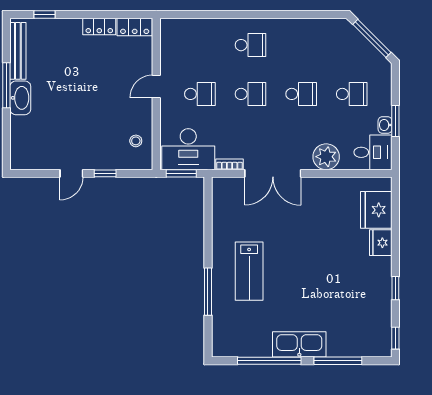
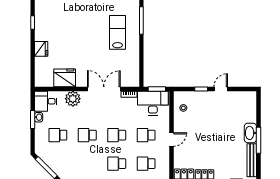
school desk: (200, 45) -> (146, 164), added
fridge: (376, 210) -> (65, 78), moved, turned -90

